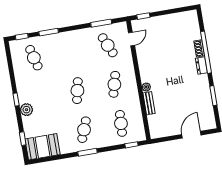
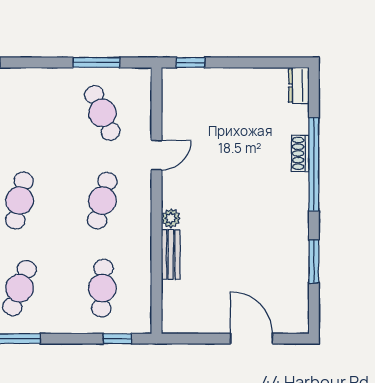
door: (132, 39) -> (156, 155), moved
dresser: (201, 66) -> (299, 85), moved
door: (191, 135) -> (251, 339), hinge flipped

